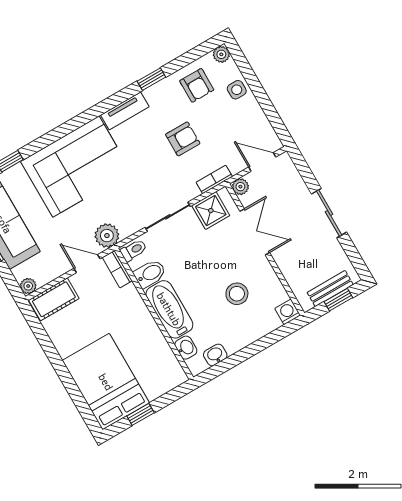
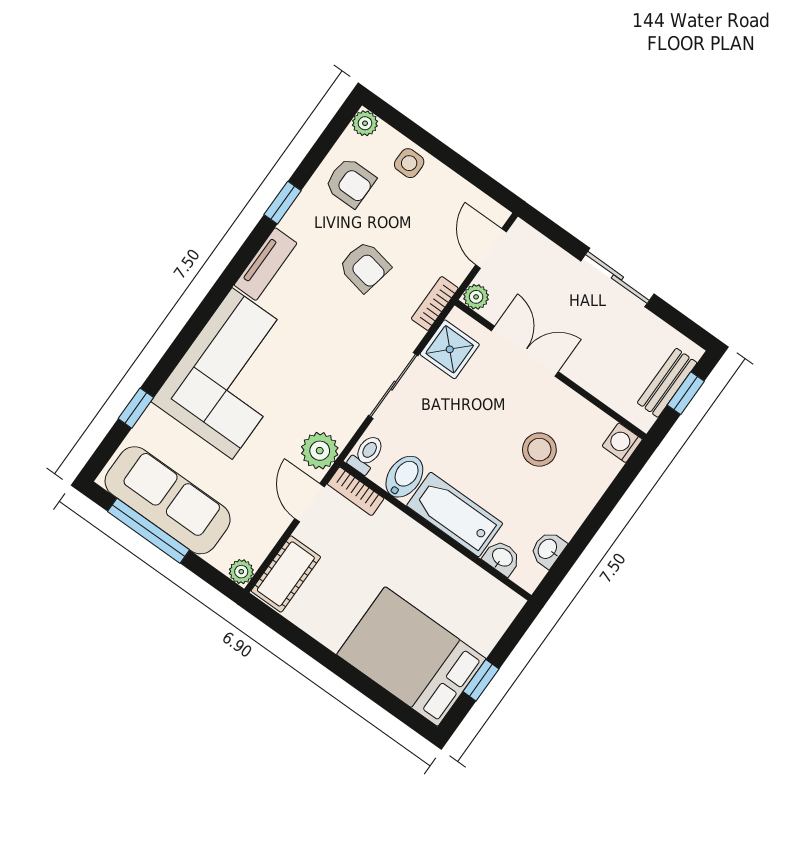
armchair: (183, 139) -> (365, 267), turned 101
door: (262, 162) -> (491, 248), hinge flipped
door: (87, 264) -> (310, 503), hinge flipped

